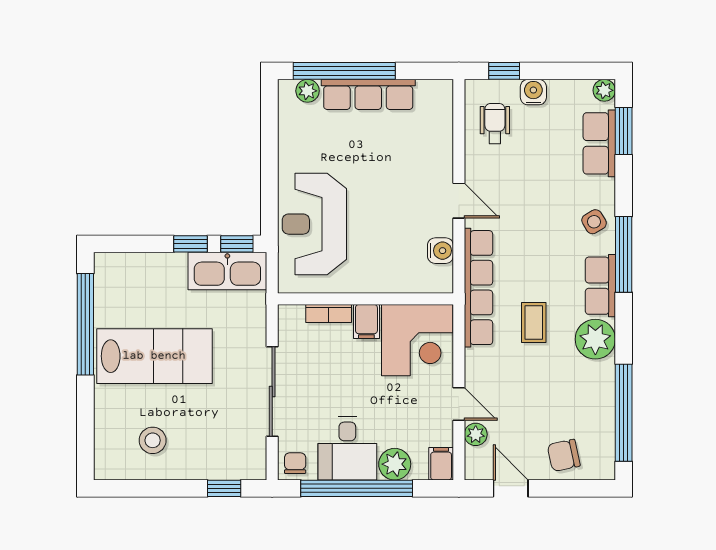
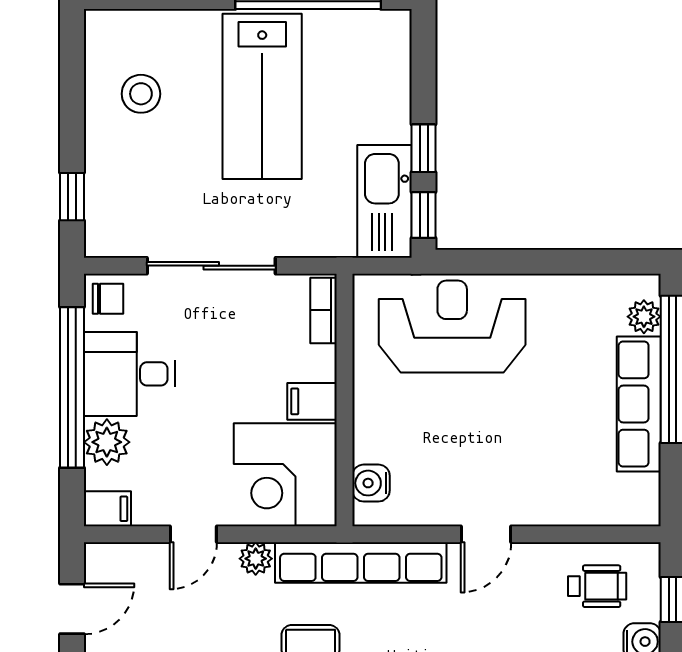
water cooler: (440, 251) -> (371, 483), moved, turned 90
bookcase: (329, 313) -> (324, 310), moved
plant: (476, 434) -> (256, 559), moved

